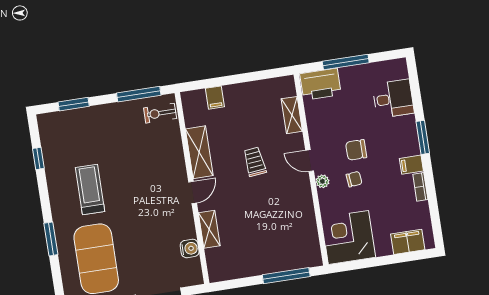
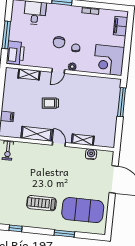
filing cabinet: (411, 165) -> (76, 12), removed

